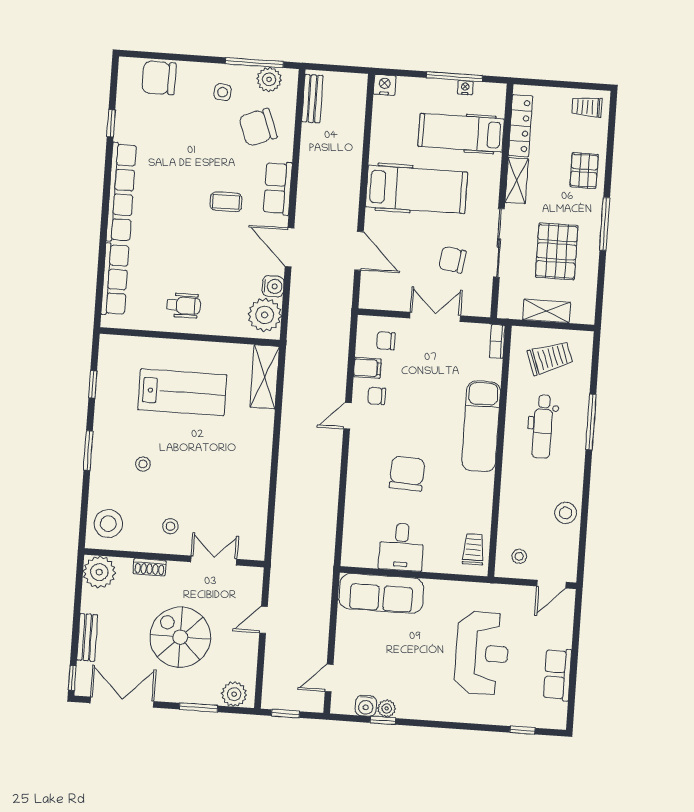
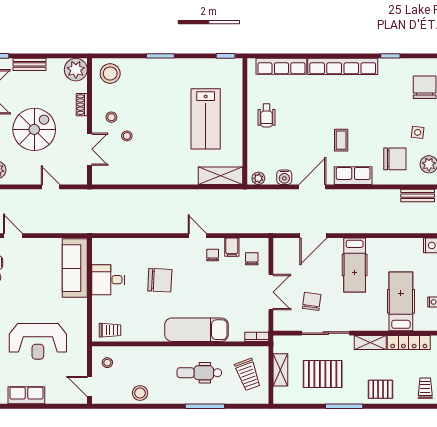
chair: (258, 127) -> (395, 159), turned 111
hospital bed: (416, 189) -> (355, 265), width x0.73, depth x0.78
plant: (265, 315) -> (258, 178), width x0.53, depth x0.53
window: (93, 384) -> (226, 56), moved
stool: (143, 464) -> (127, 136), moved

